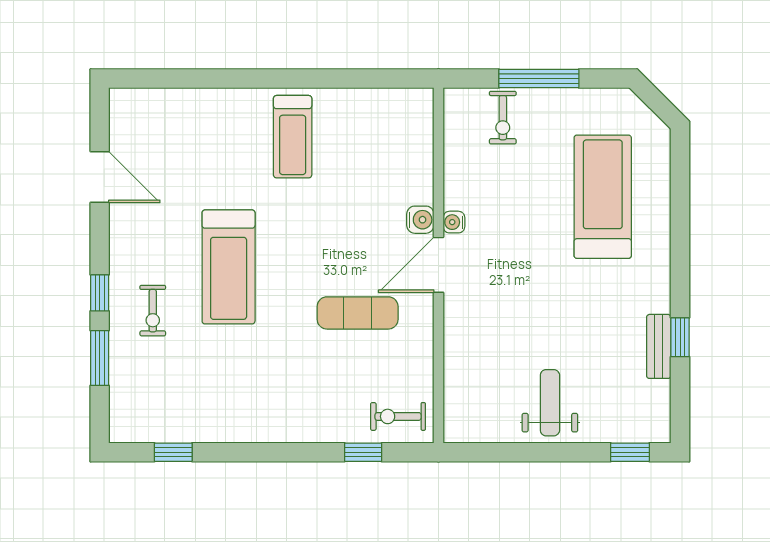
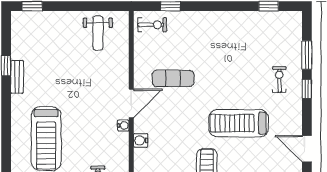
water cooler: (420, 220) -> (141, 140), moved
treadmill: (229, 267) -> (239, 123), moved, turned -90
bench: (659, 346) -> (17, 77), moved
weight bench: (550, 403) -> (98, 33), moved

